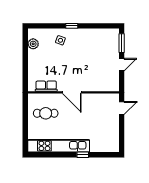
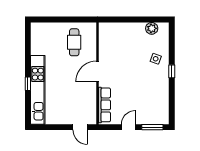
door: (122, 65) -> (129, 127), swing flipped
row of seats: (46, 86) -> (104, 105), moved, width x1.48
kitchen unit: (59, 146) -> (38, 90), moved

